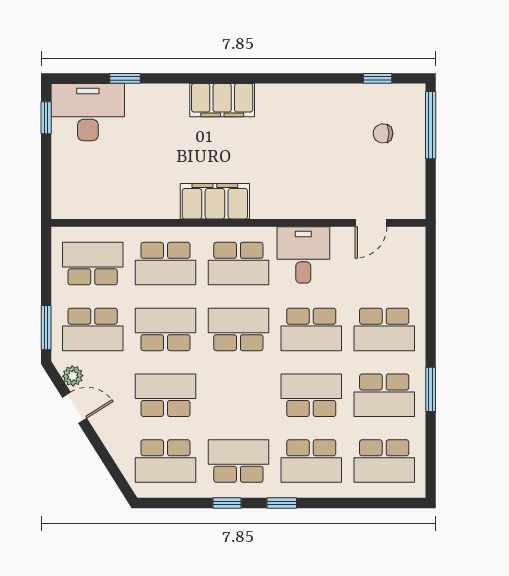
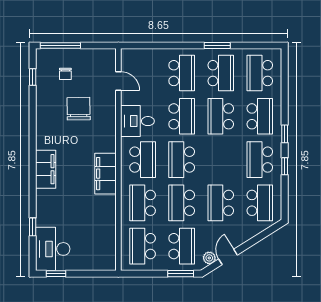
chair: (324, 156) -> (79, 109), added
school desk: (166, 264) -> (143, 203), turned 180
school desk: (384, 461) -> (260, 73), turned 180

